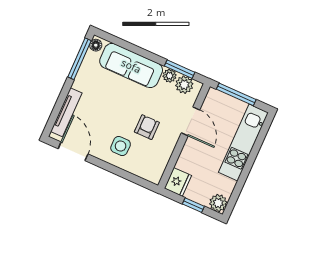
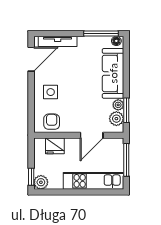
armchair: (147, 127) -> (52, 122), moved, turned -90
fridge: (178, 182) -> (55, 146), moved
window: (193, 205) -> (31, 177), moved

